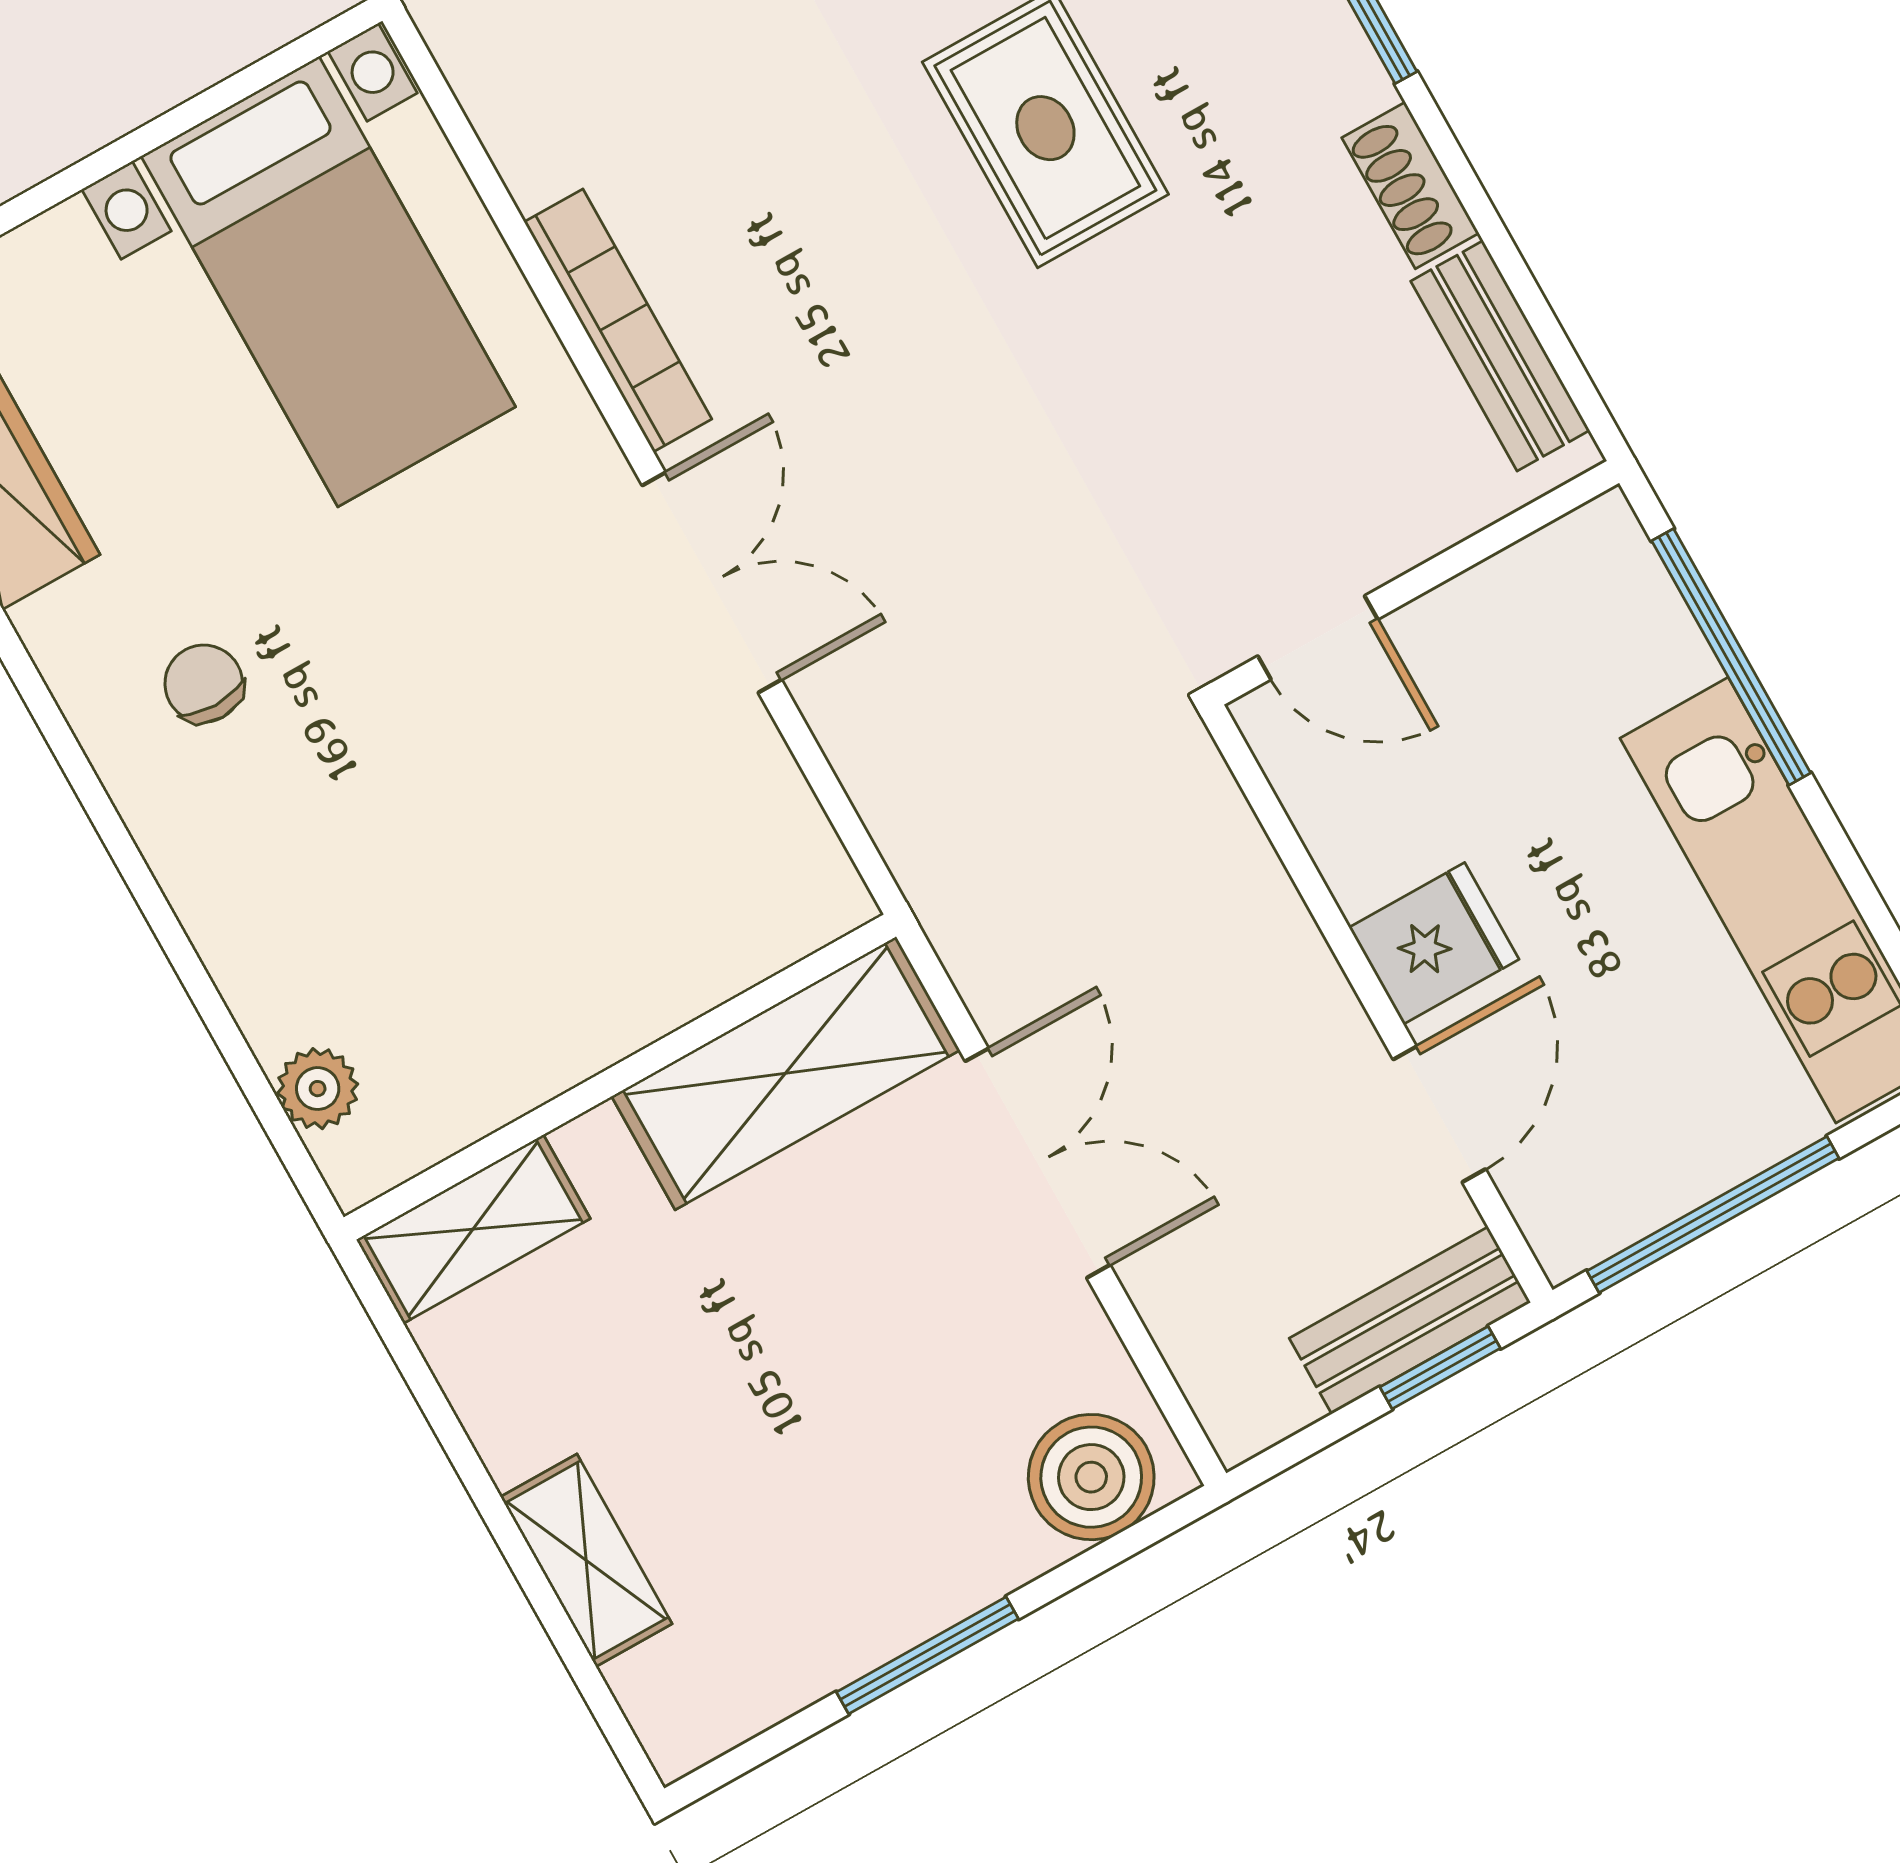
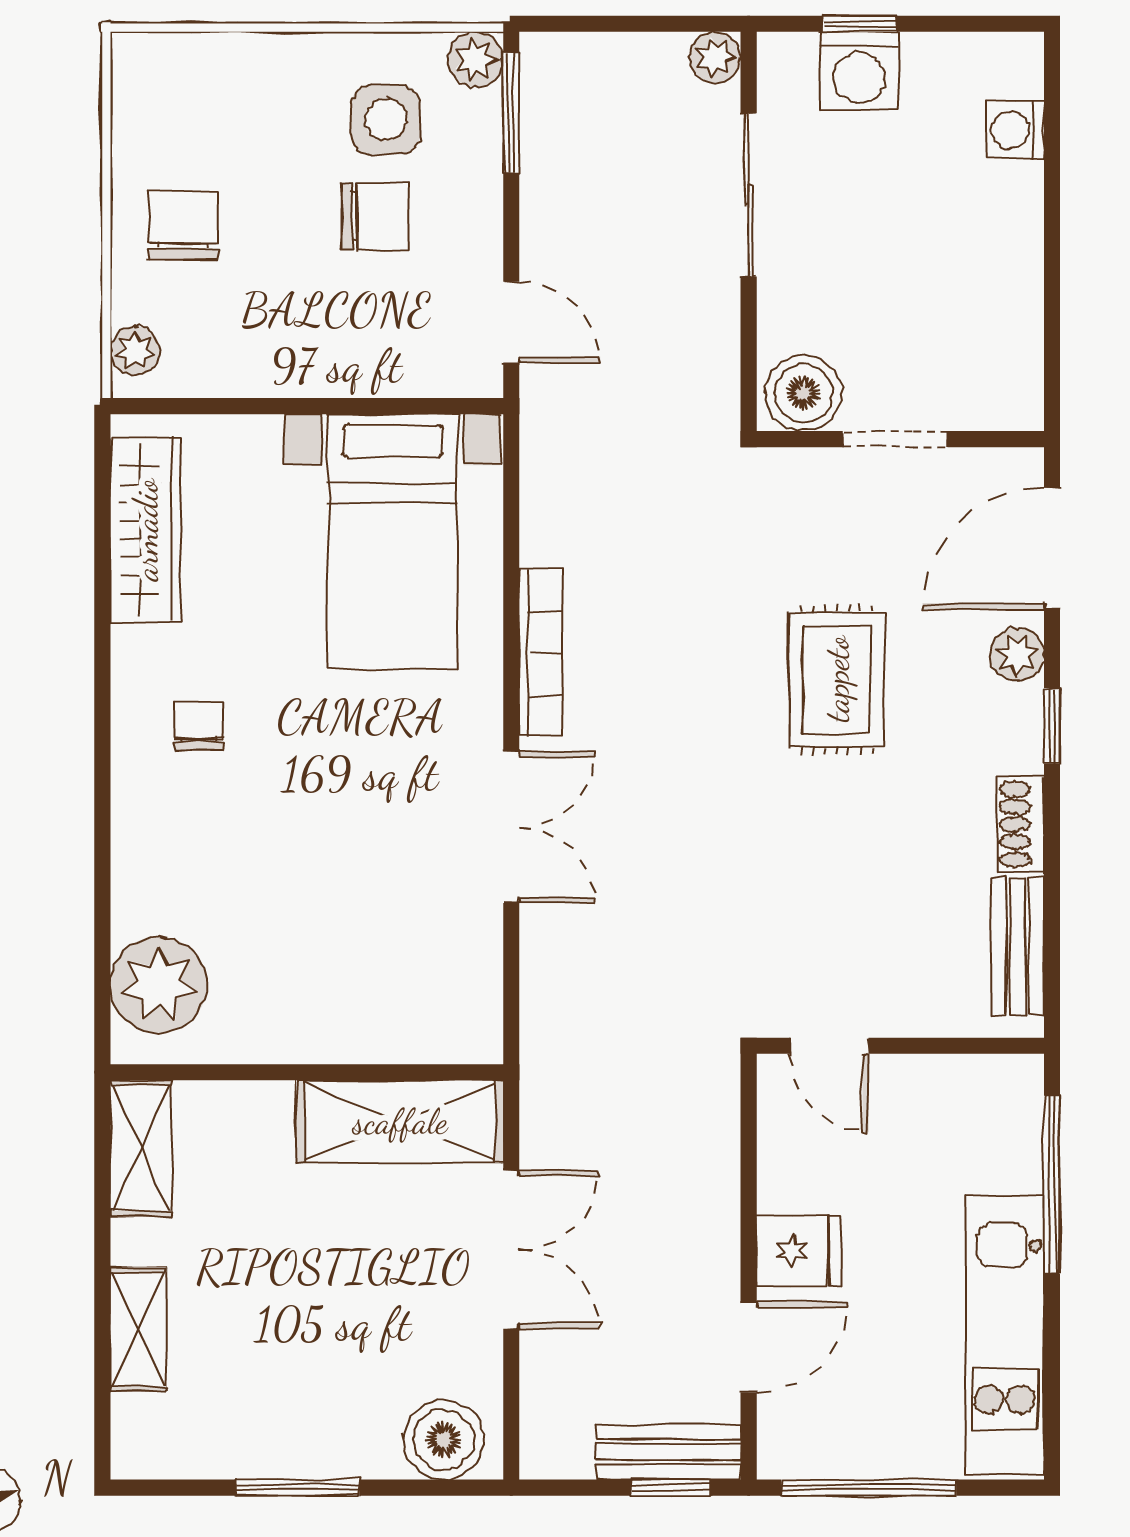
plant: (318, 1089) -> (159, 985), width x1.88, depth x1.88
shelving: (473, 1229) -> (141, 1148), moved, turned 90

